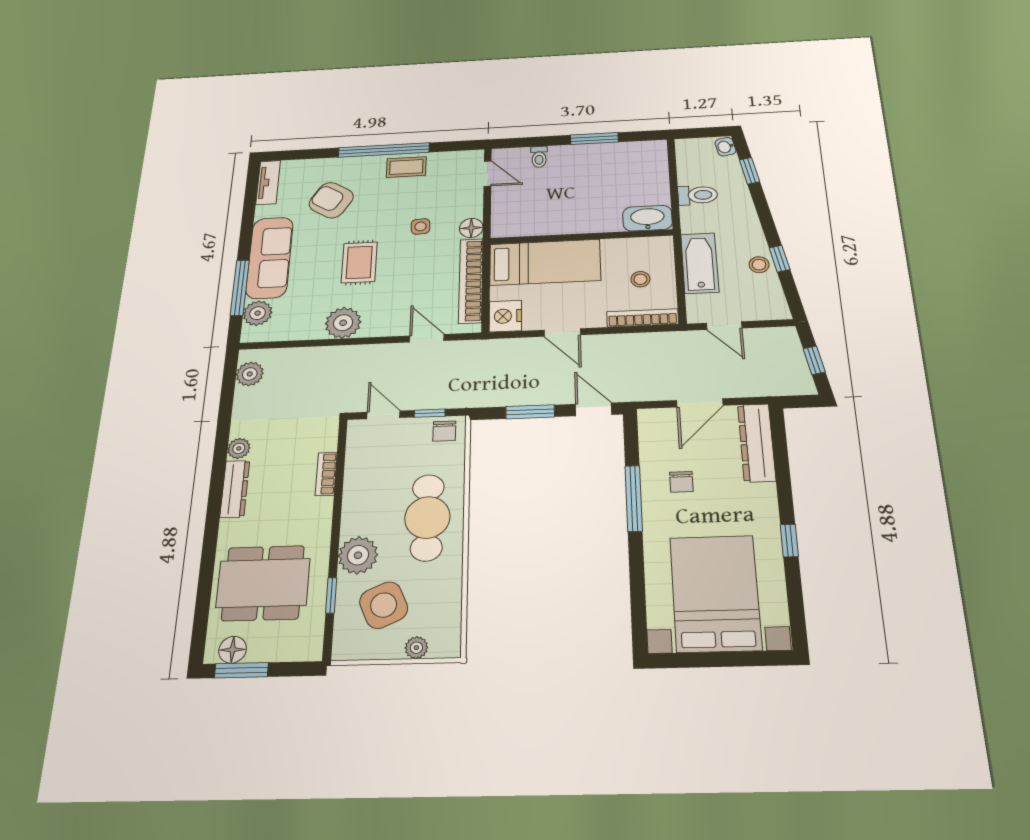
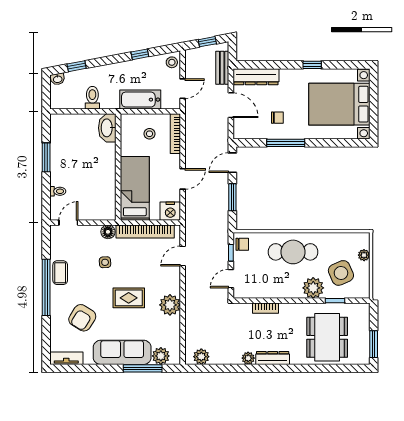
stool: (759, 265) -> (172, 62), moved
bench: (768, 386) -> (222, 68), added
floor lamp: (233, 650) -> (363, 350), removed

